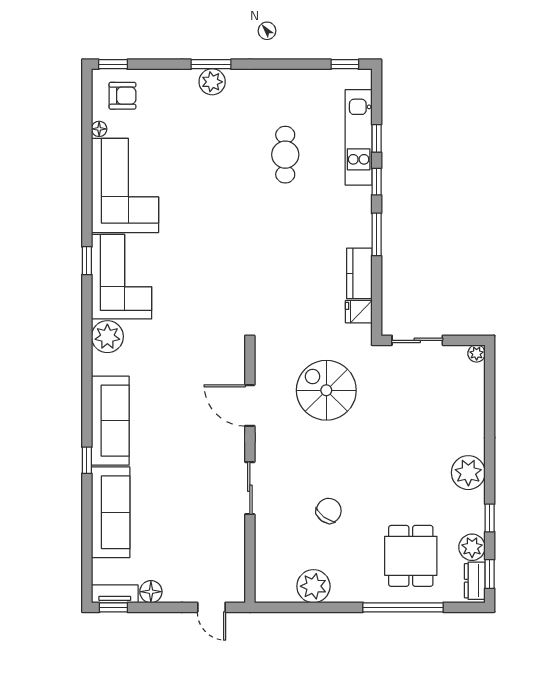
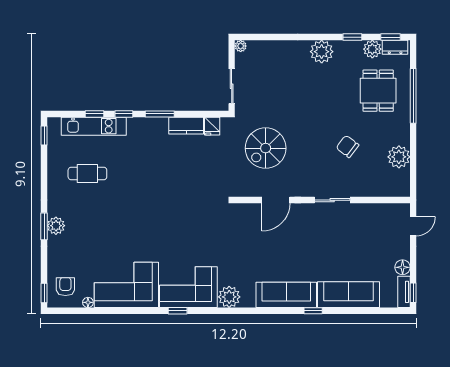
cafe table: (285, 155) -> (87, 173), moved
dining table: (411, 556) -> (378, 91), turned 90

